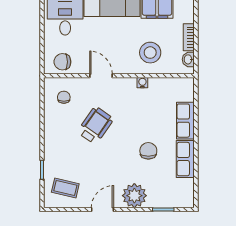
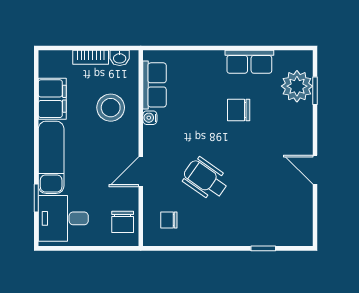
row of seats: (185, 121) -> (155, 85), moved, turned -90
coffee table: (65, 188) -> (287, 218), removed
plant: (134, 196) -> (297, 86), moved

